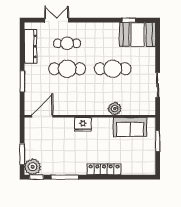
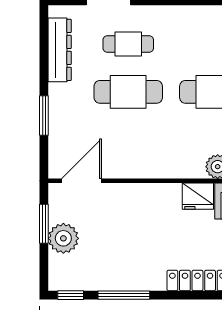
fridge: (83, 124) -> (198, 196), moved
window: (22, 154) -> (44, 224), moved
plant: (33, 167) -> (63, 238), moved

